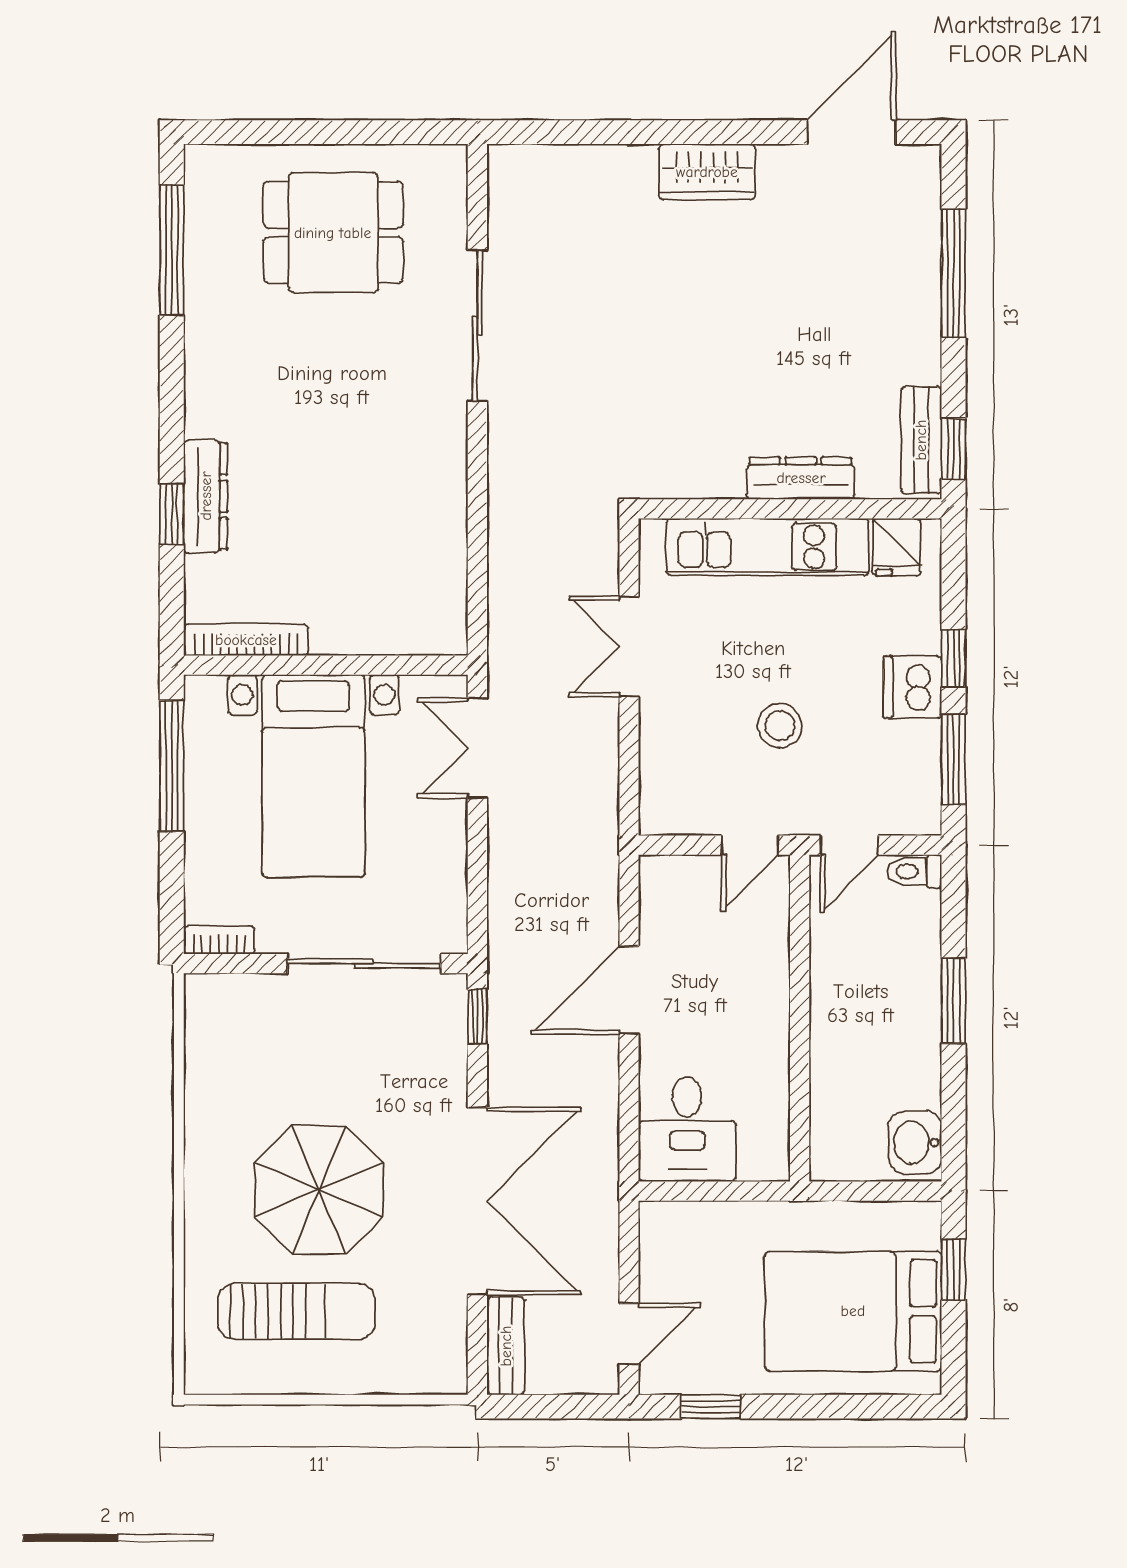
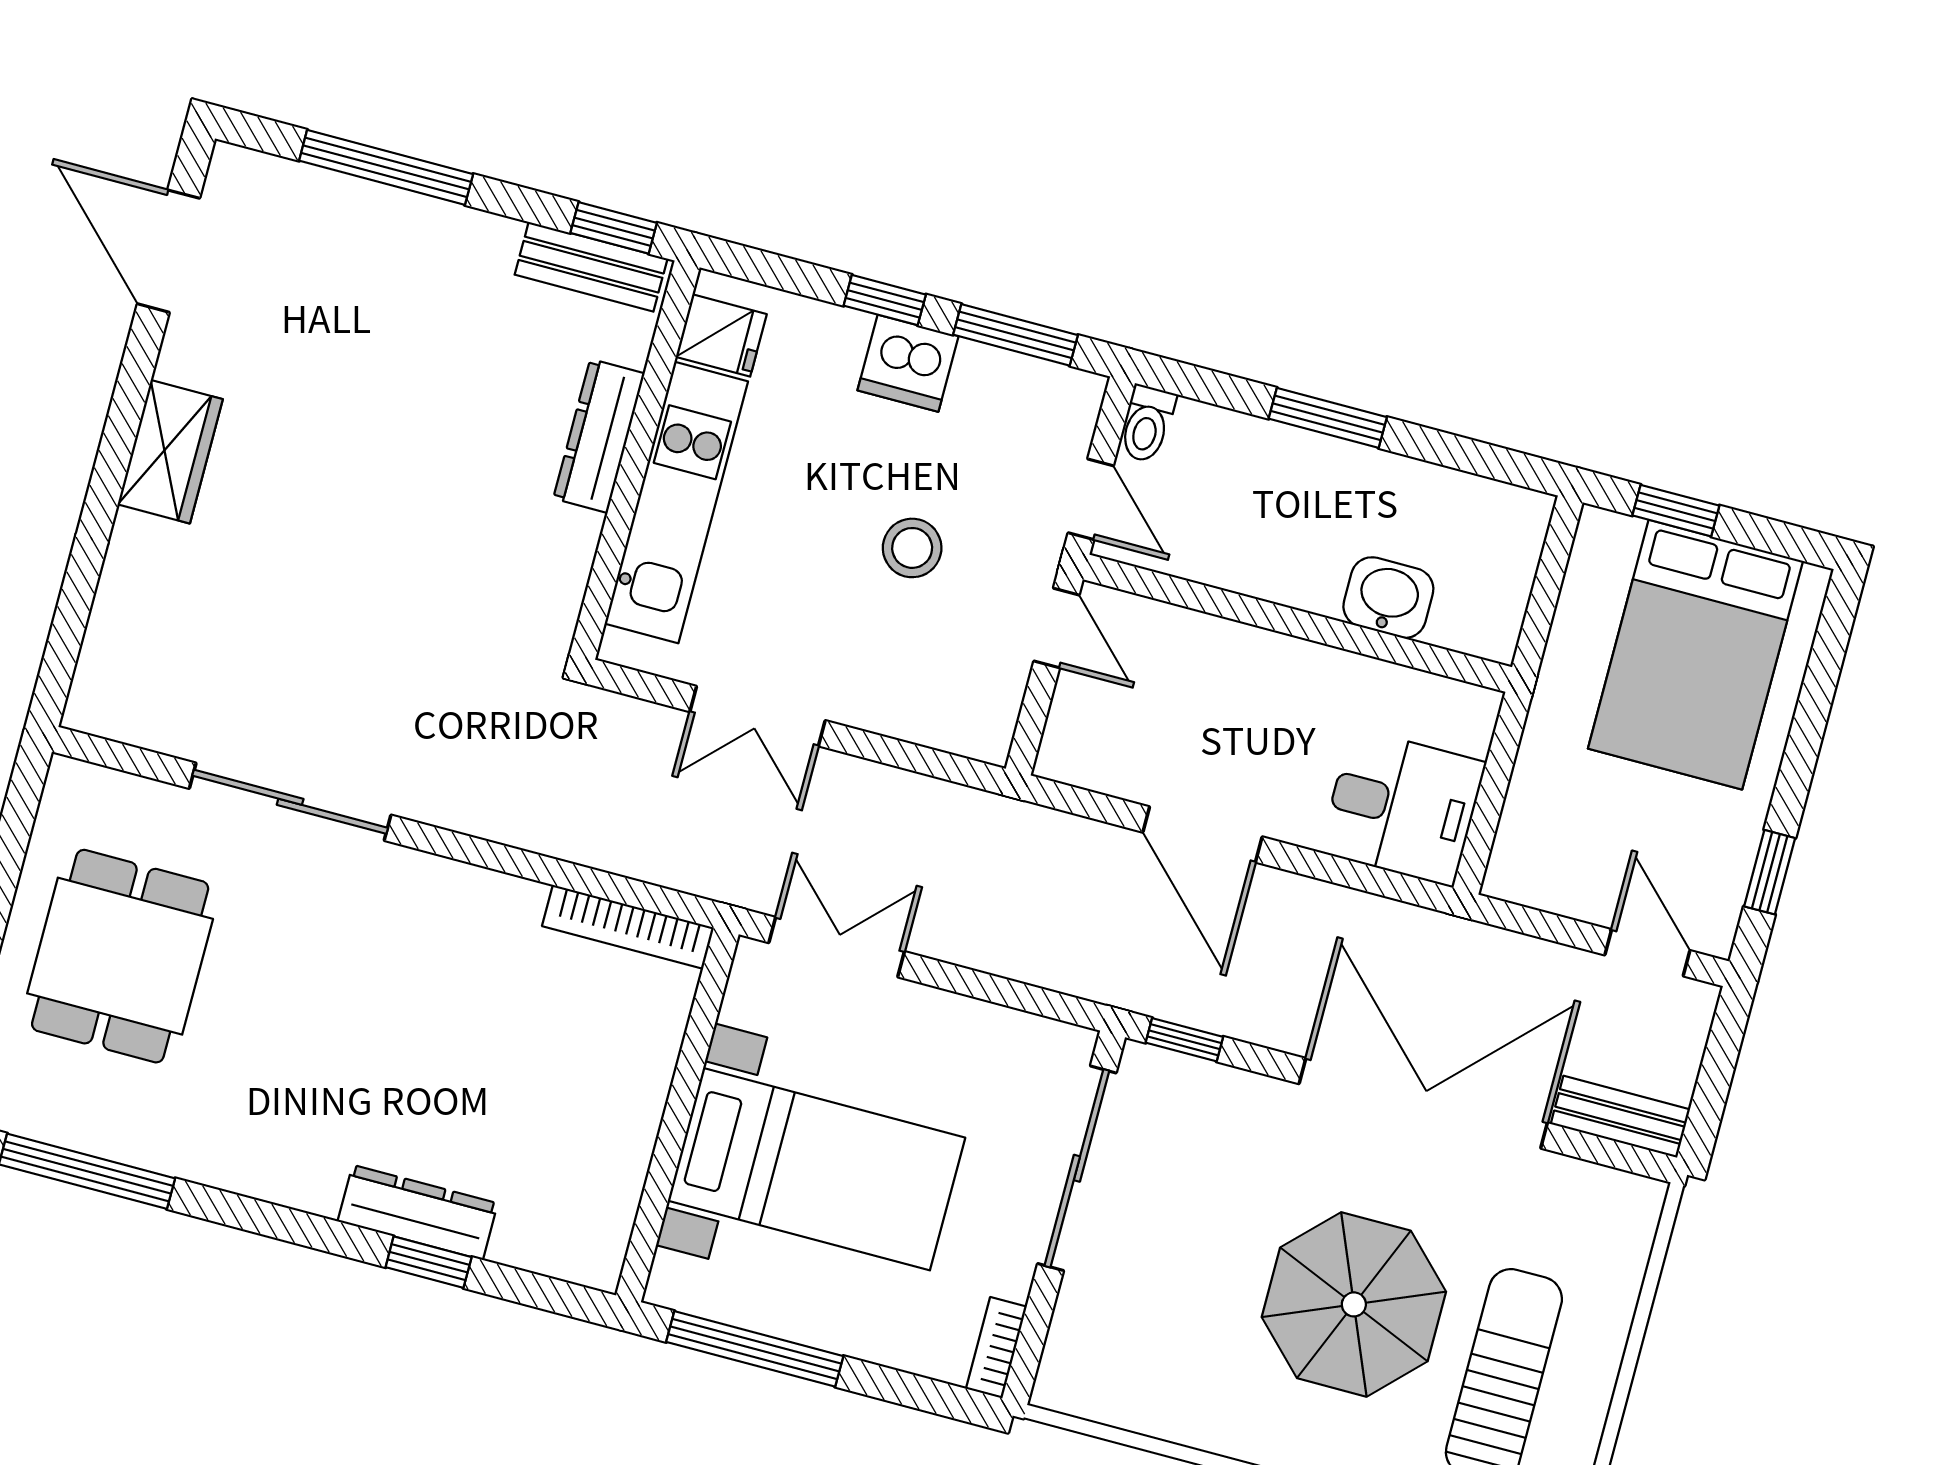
bookcase: (246, 640) -> (628, 927), moved, turned -90
double door: (477, 748) -> (837, 947), swing flipped
washbasin: (915, 1142) -> (1388, 598), moved, turned 180

